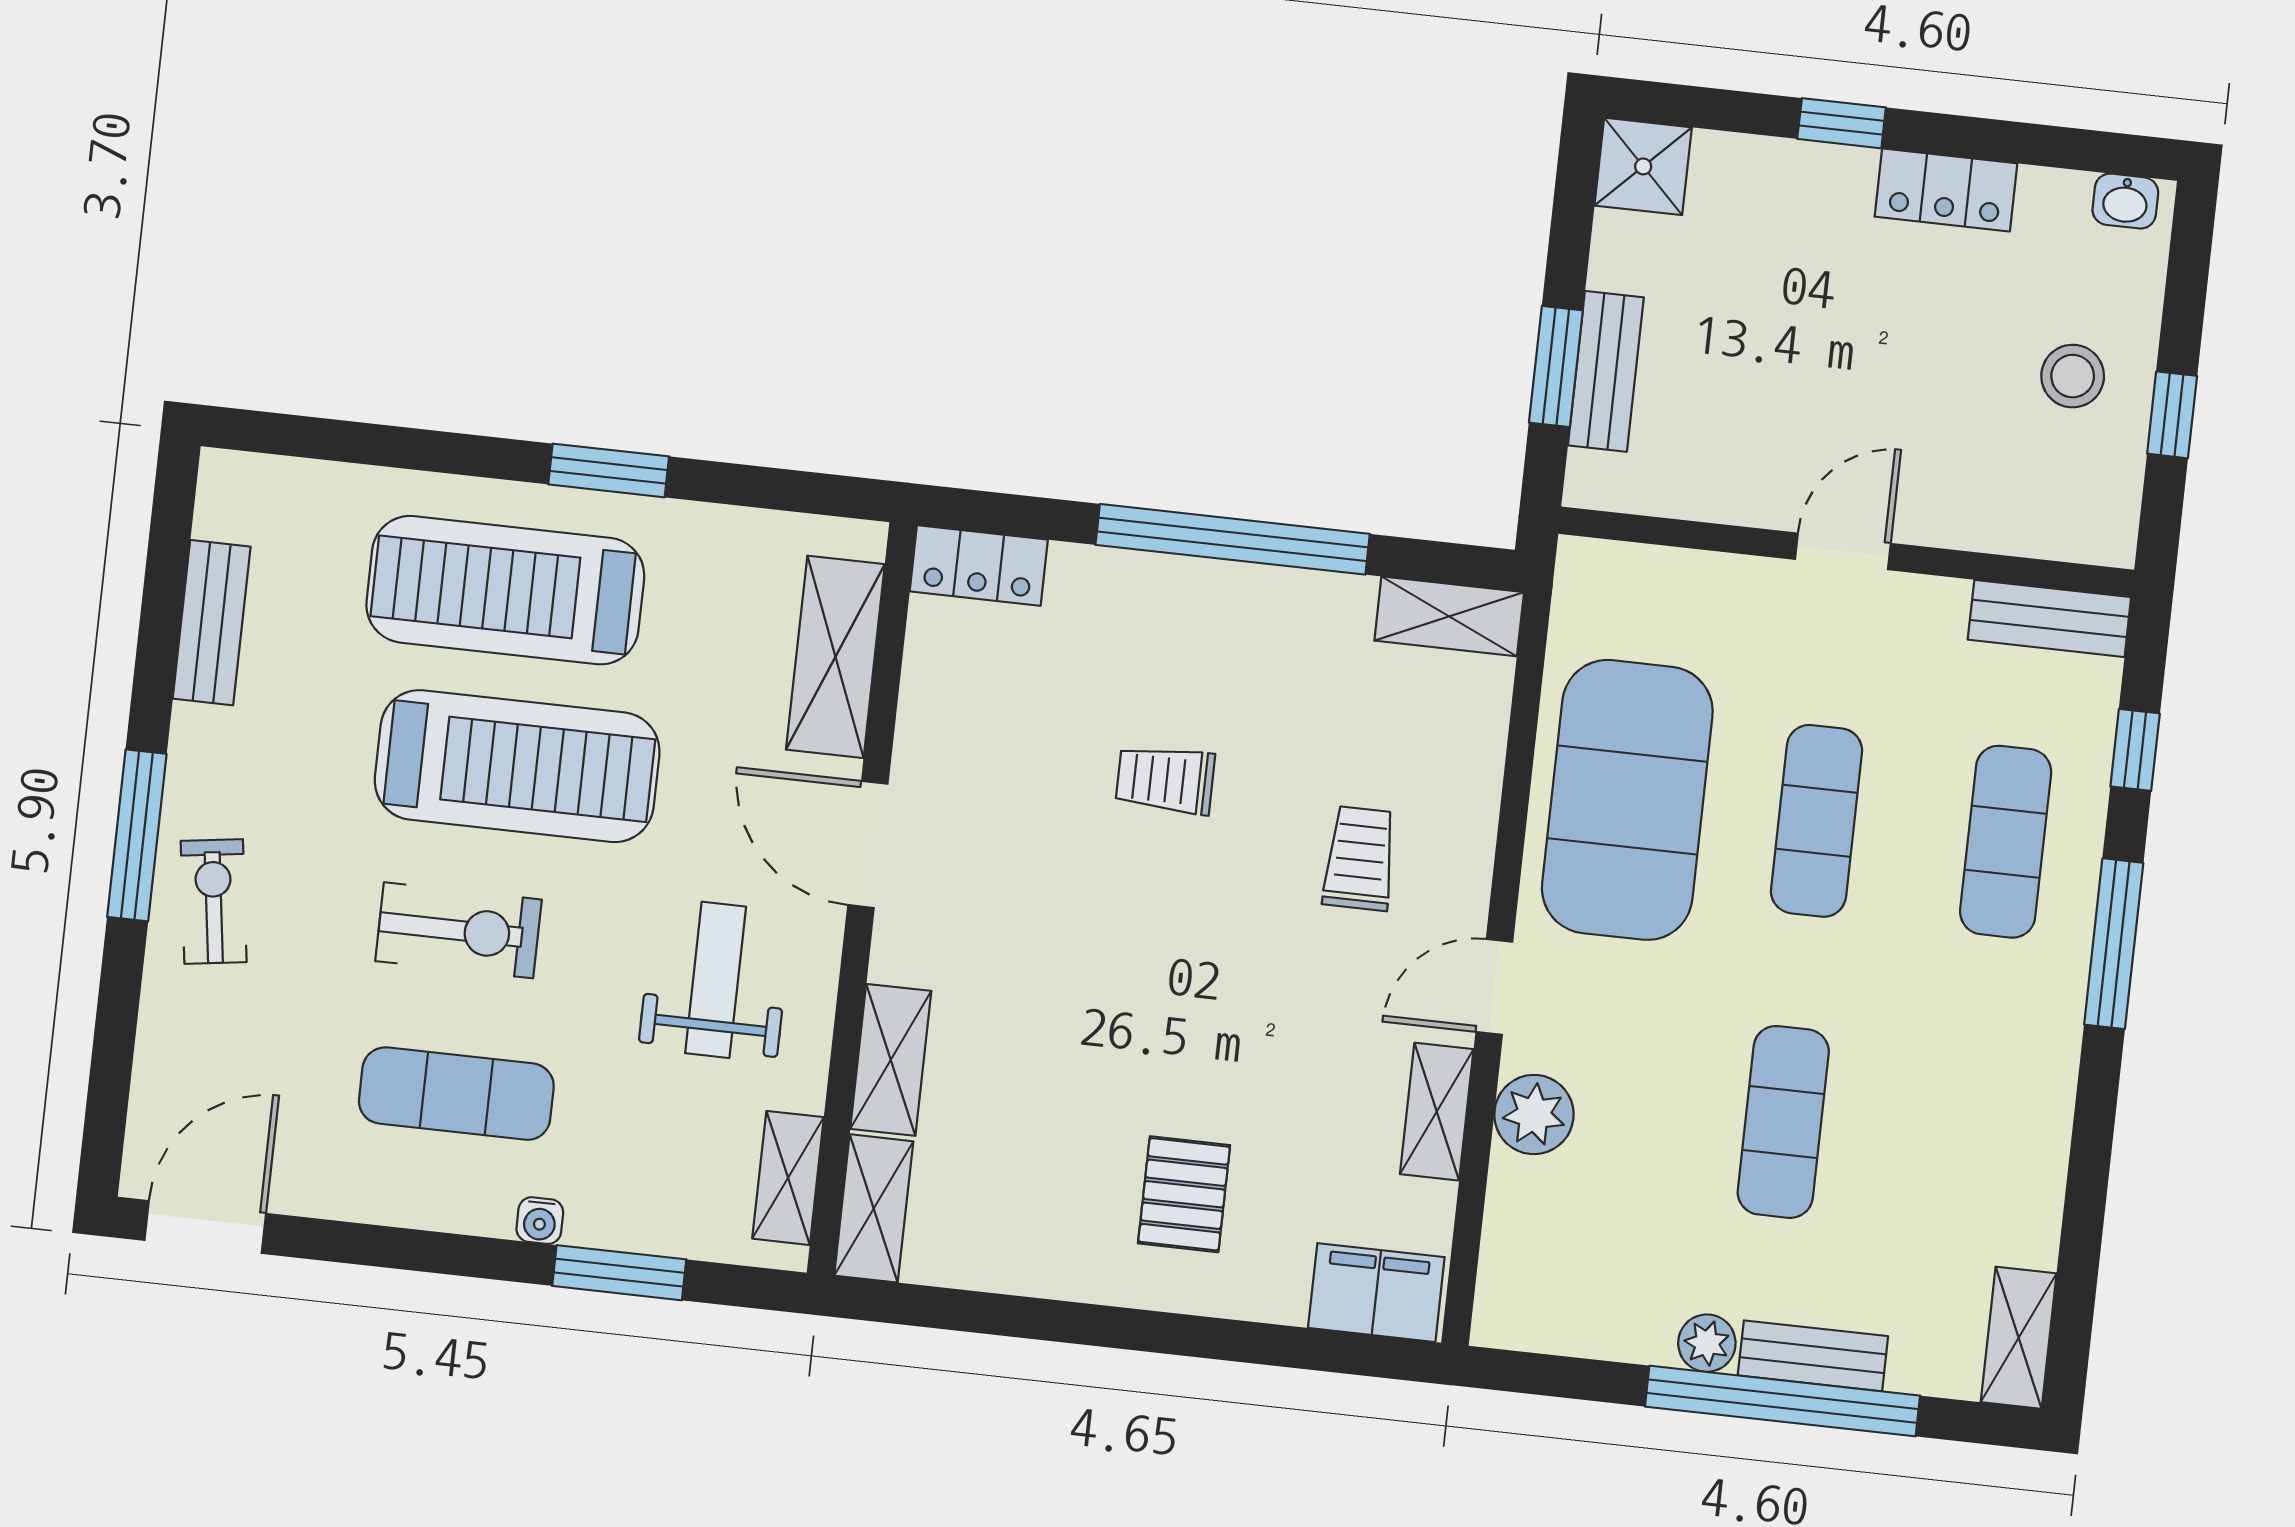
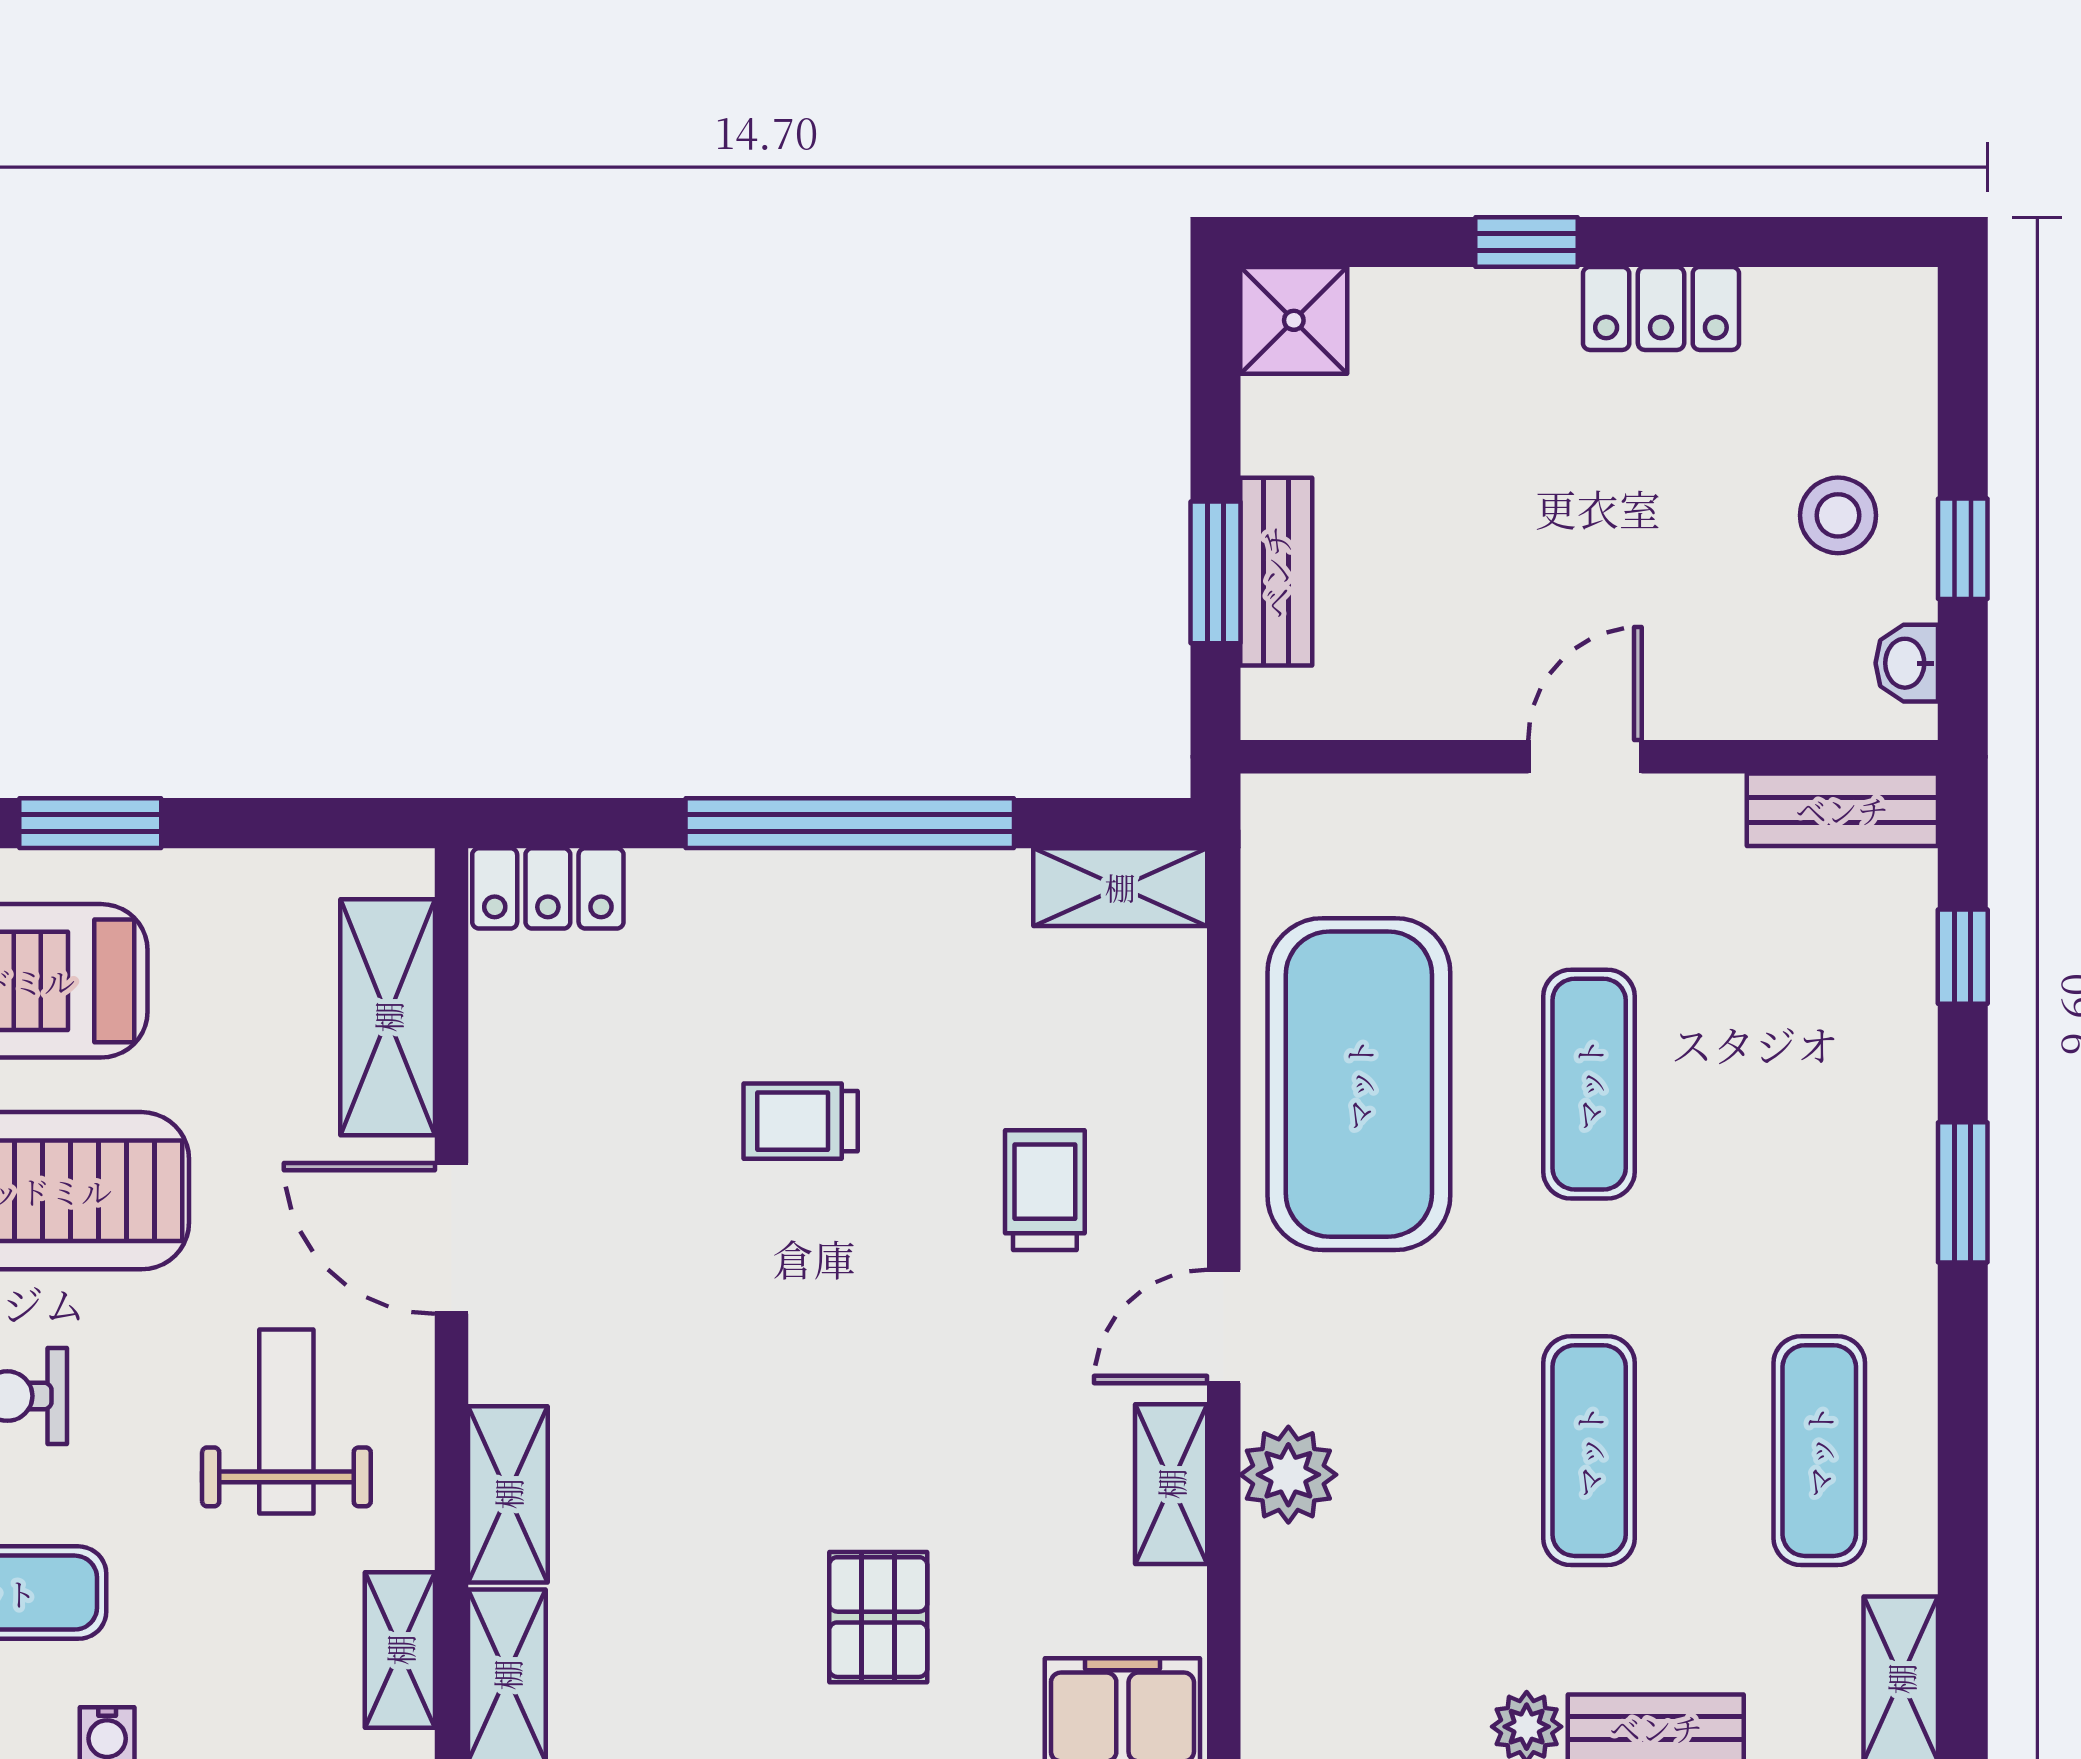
washbasin: (2125, 201) -> (1907, 663), moved, turned 90
exercise mat: (2006, 842) -> (1819, 1451), moved
window: (2114, 944) -> (1963, 1192), width x0.69

